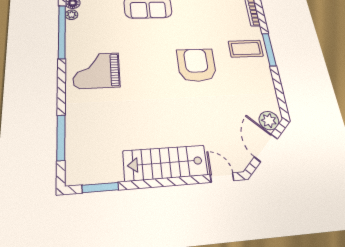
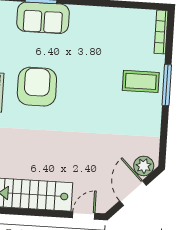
armchair: (196, 65) -> (37, 87), moved
door: (222, 178) -> (84, 216), hinge flipped

